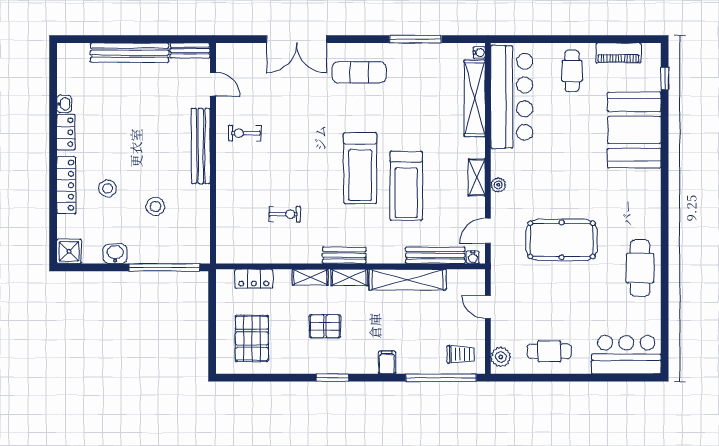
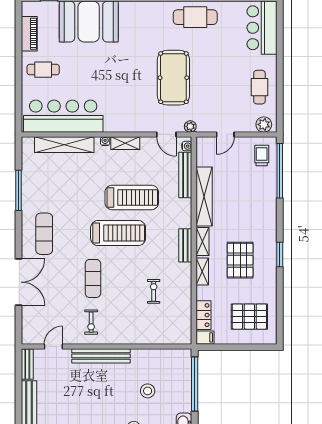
water cooler: (479, 53) -> (105, 141), moved
exercise mat: (301, 136) -> (93, 278), added
plant: (498, 185) -> (190, 126), moved
pallet: (325, 326) -> (240, 260), width x1.50, depth x1.42
filing cabinet: (387, 362) -> (205, 337), moved, turned 180

